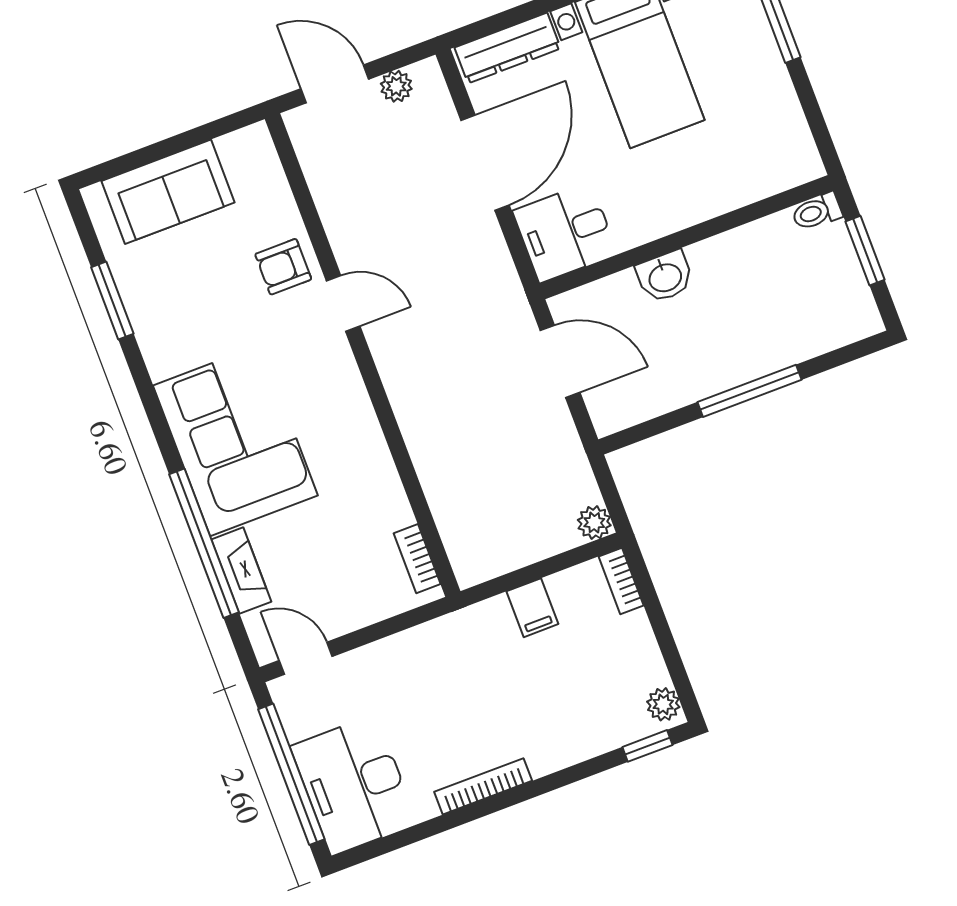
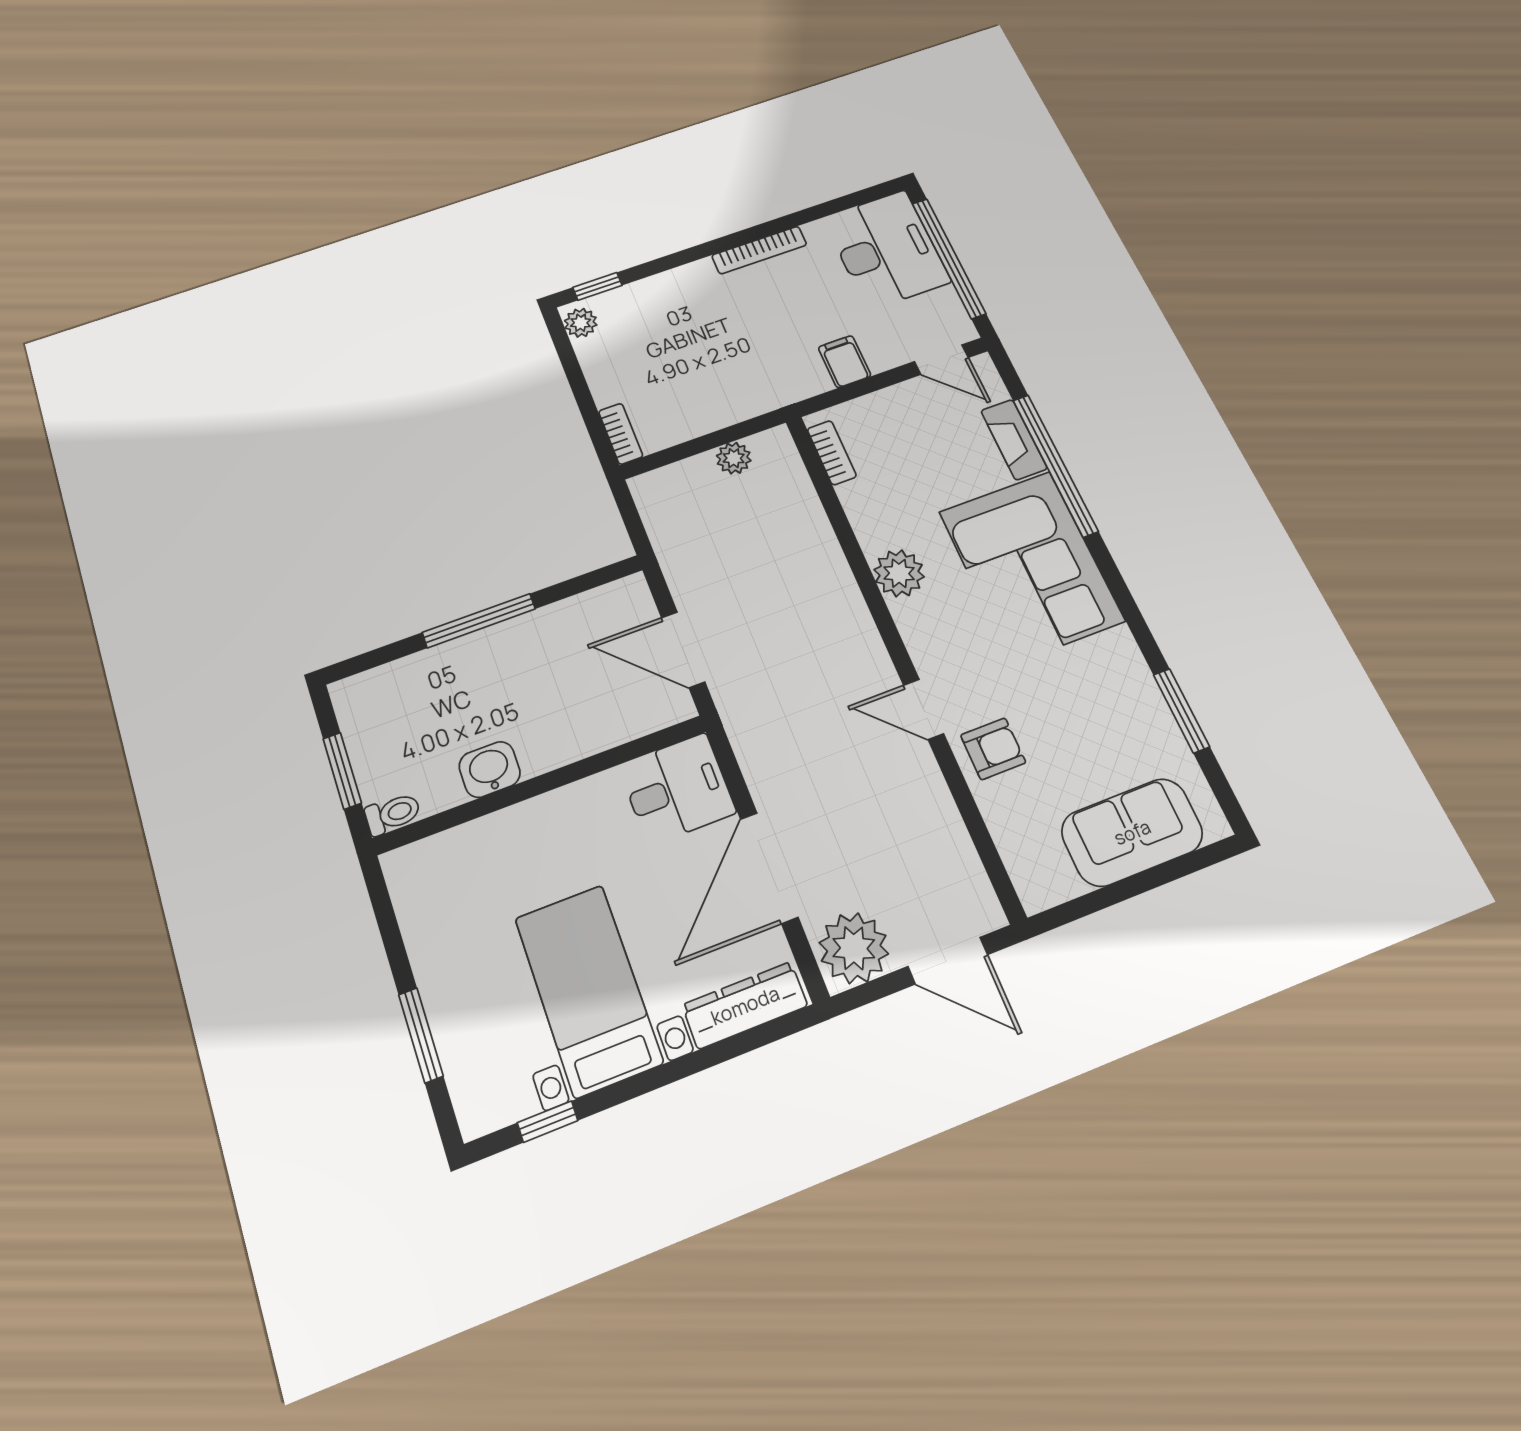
plant: (396, 86) -> (854, 948), width x1.88, depth x1.88
washbasin: (665, 277) -> (490, 769), moved
plant: (359, 434) -> (899, 573), added
plant: (594, 523) -> (734, 458), moved
filing cabinet: (532, 608) -> (845, 362), moved

